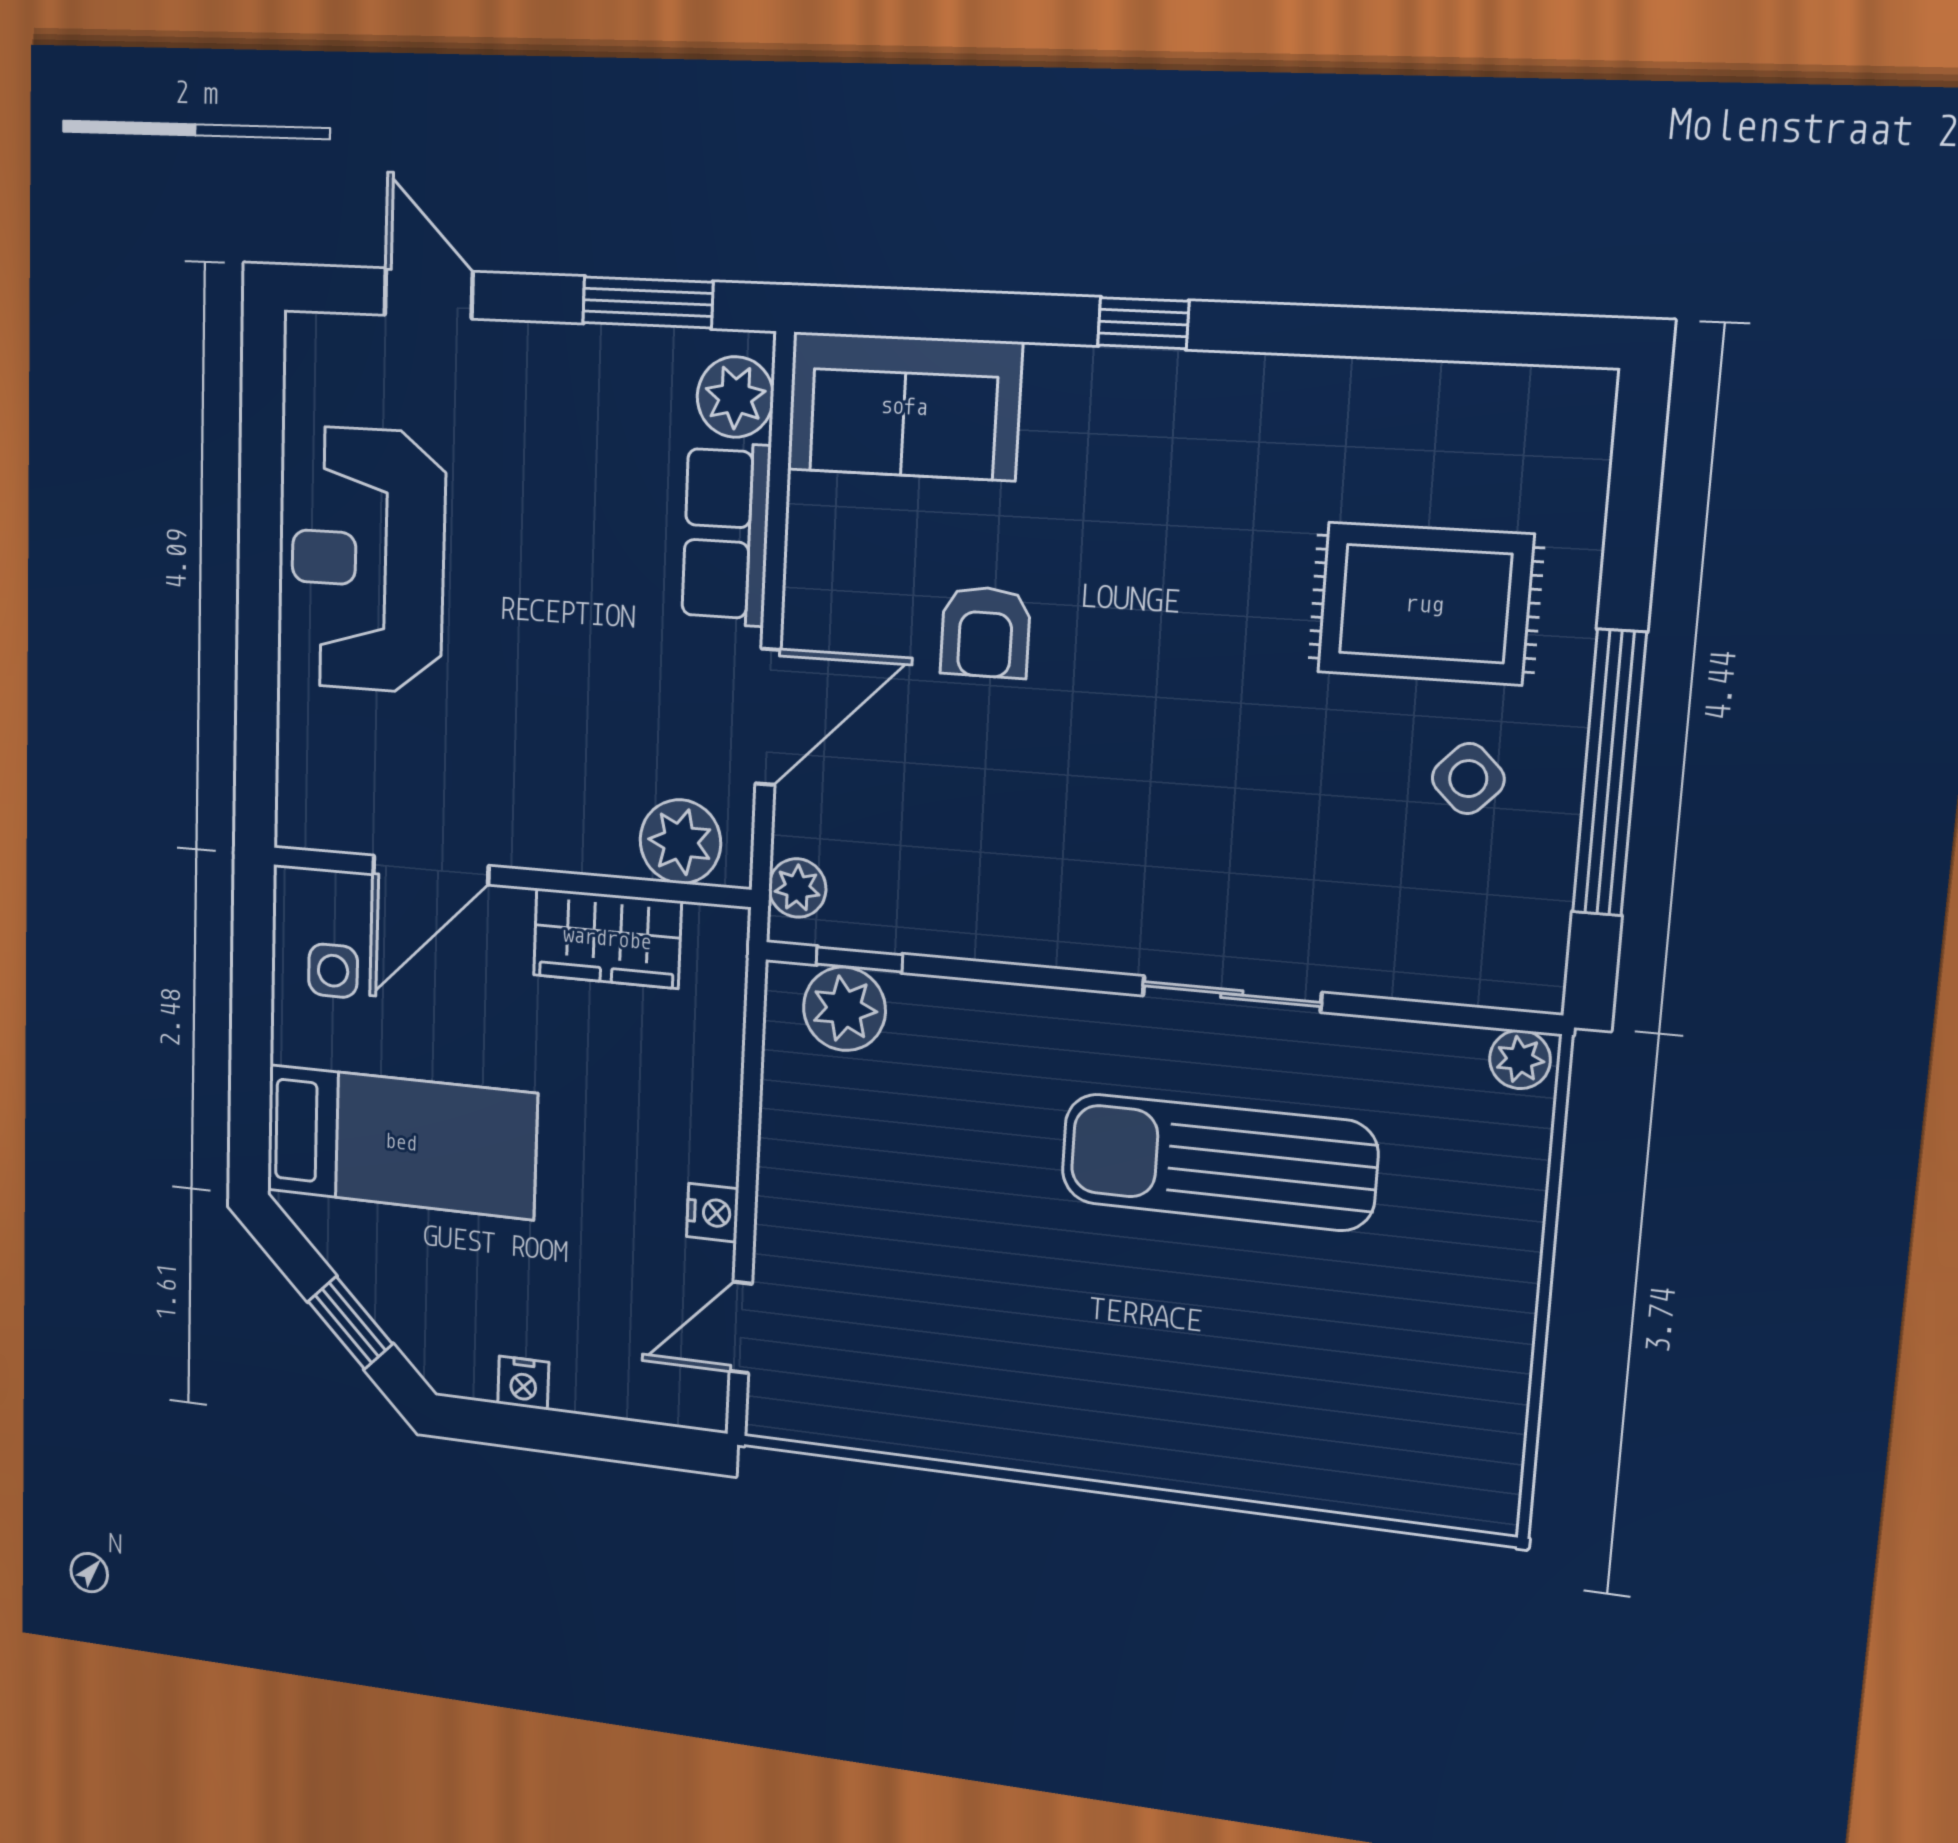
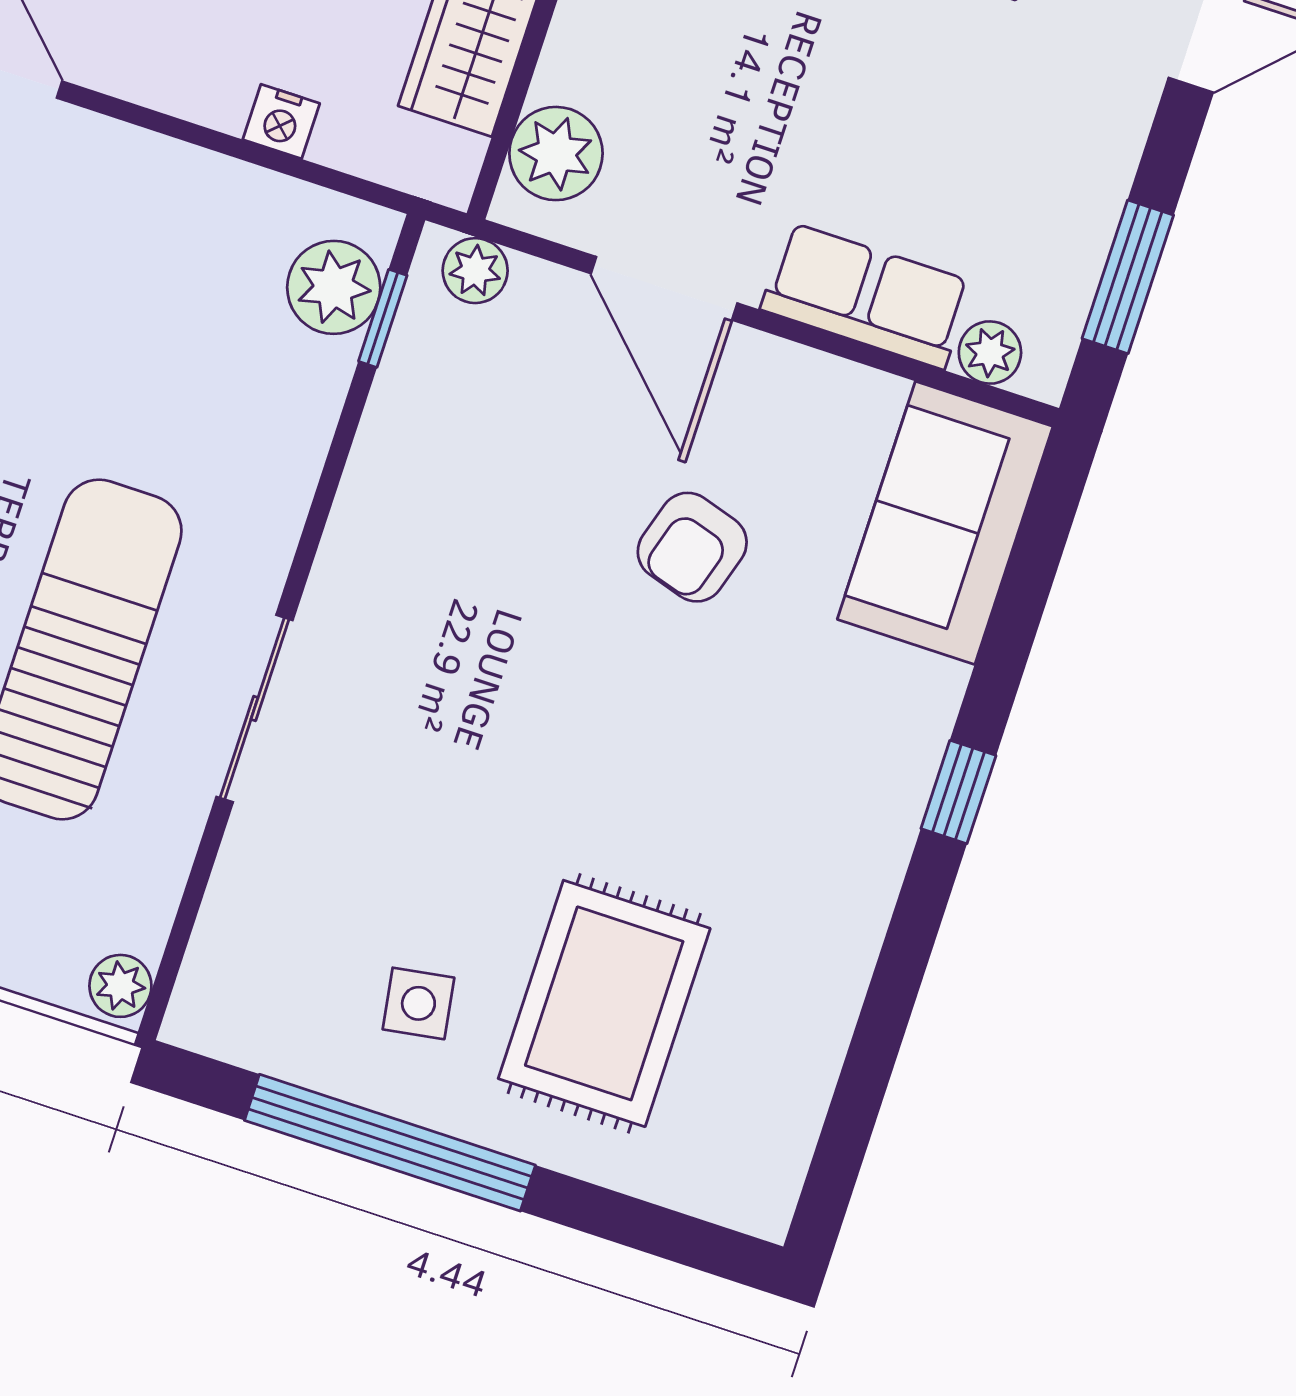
plant: (735, 397) -> (990, 352), width x0.73, depth x0.73
armchair: (985, 632) -> (692, 547), turned -73
side table: (1468, 779) -> (418, 1003), turned 37
nightstand: (713, 1213) -> (281, 121), moved

